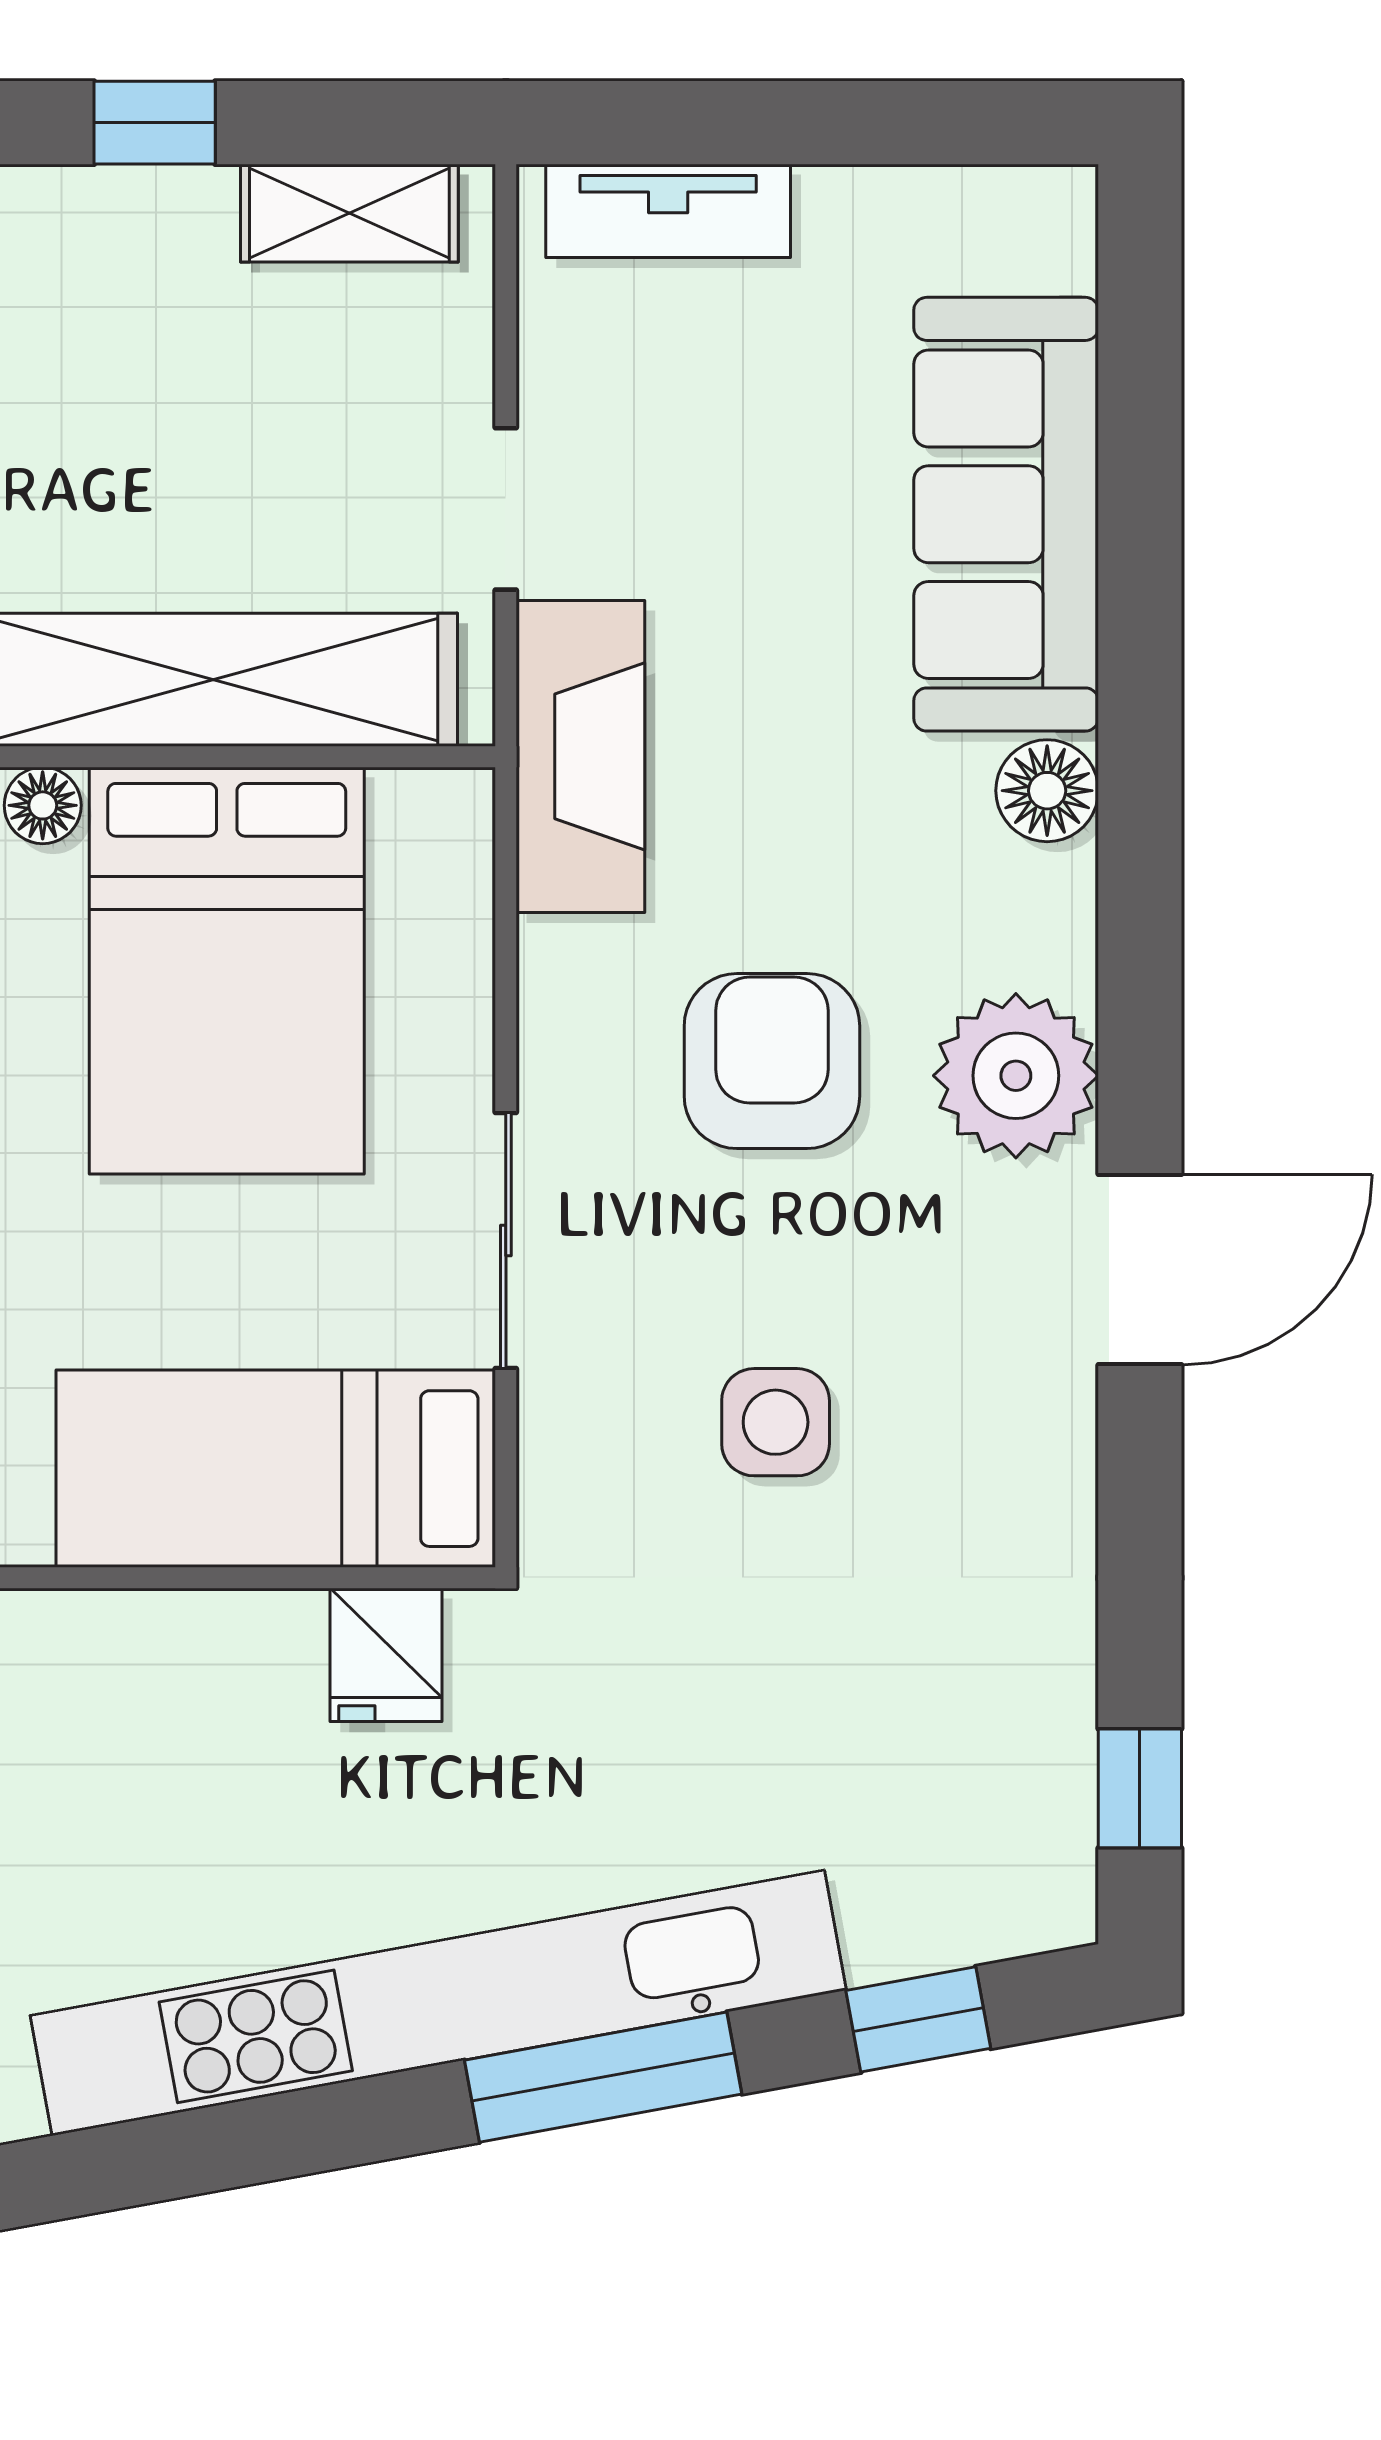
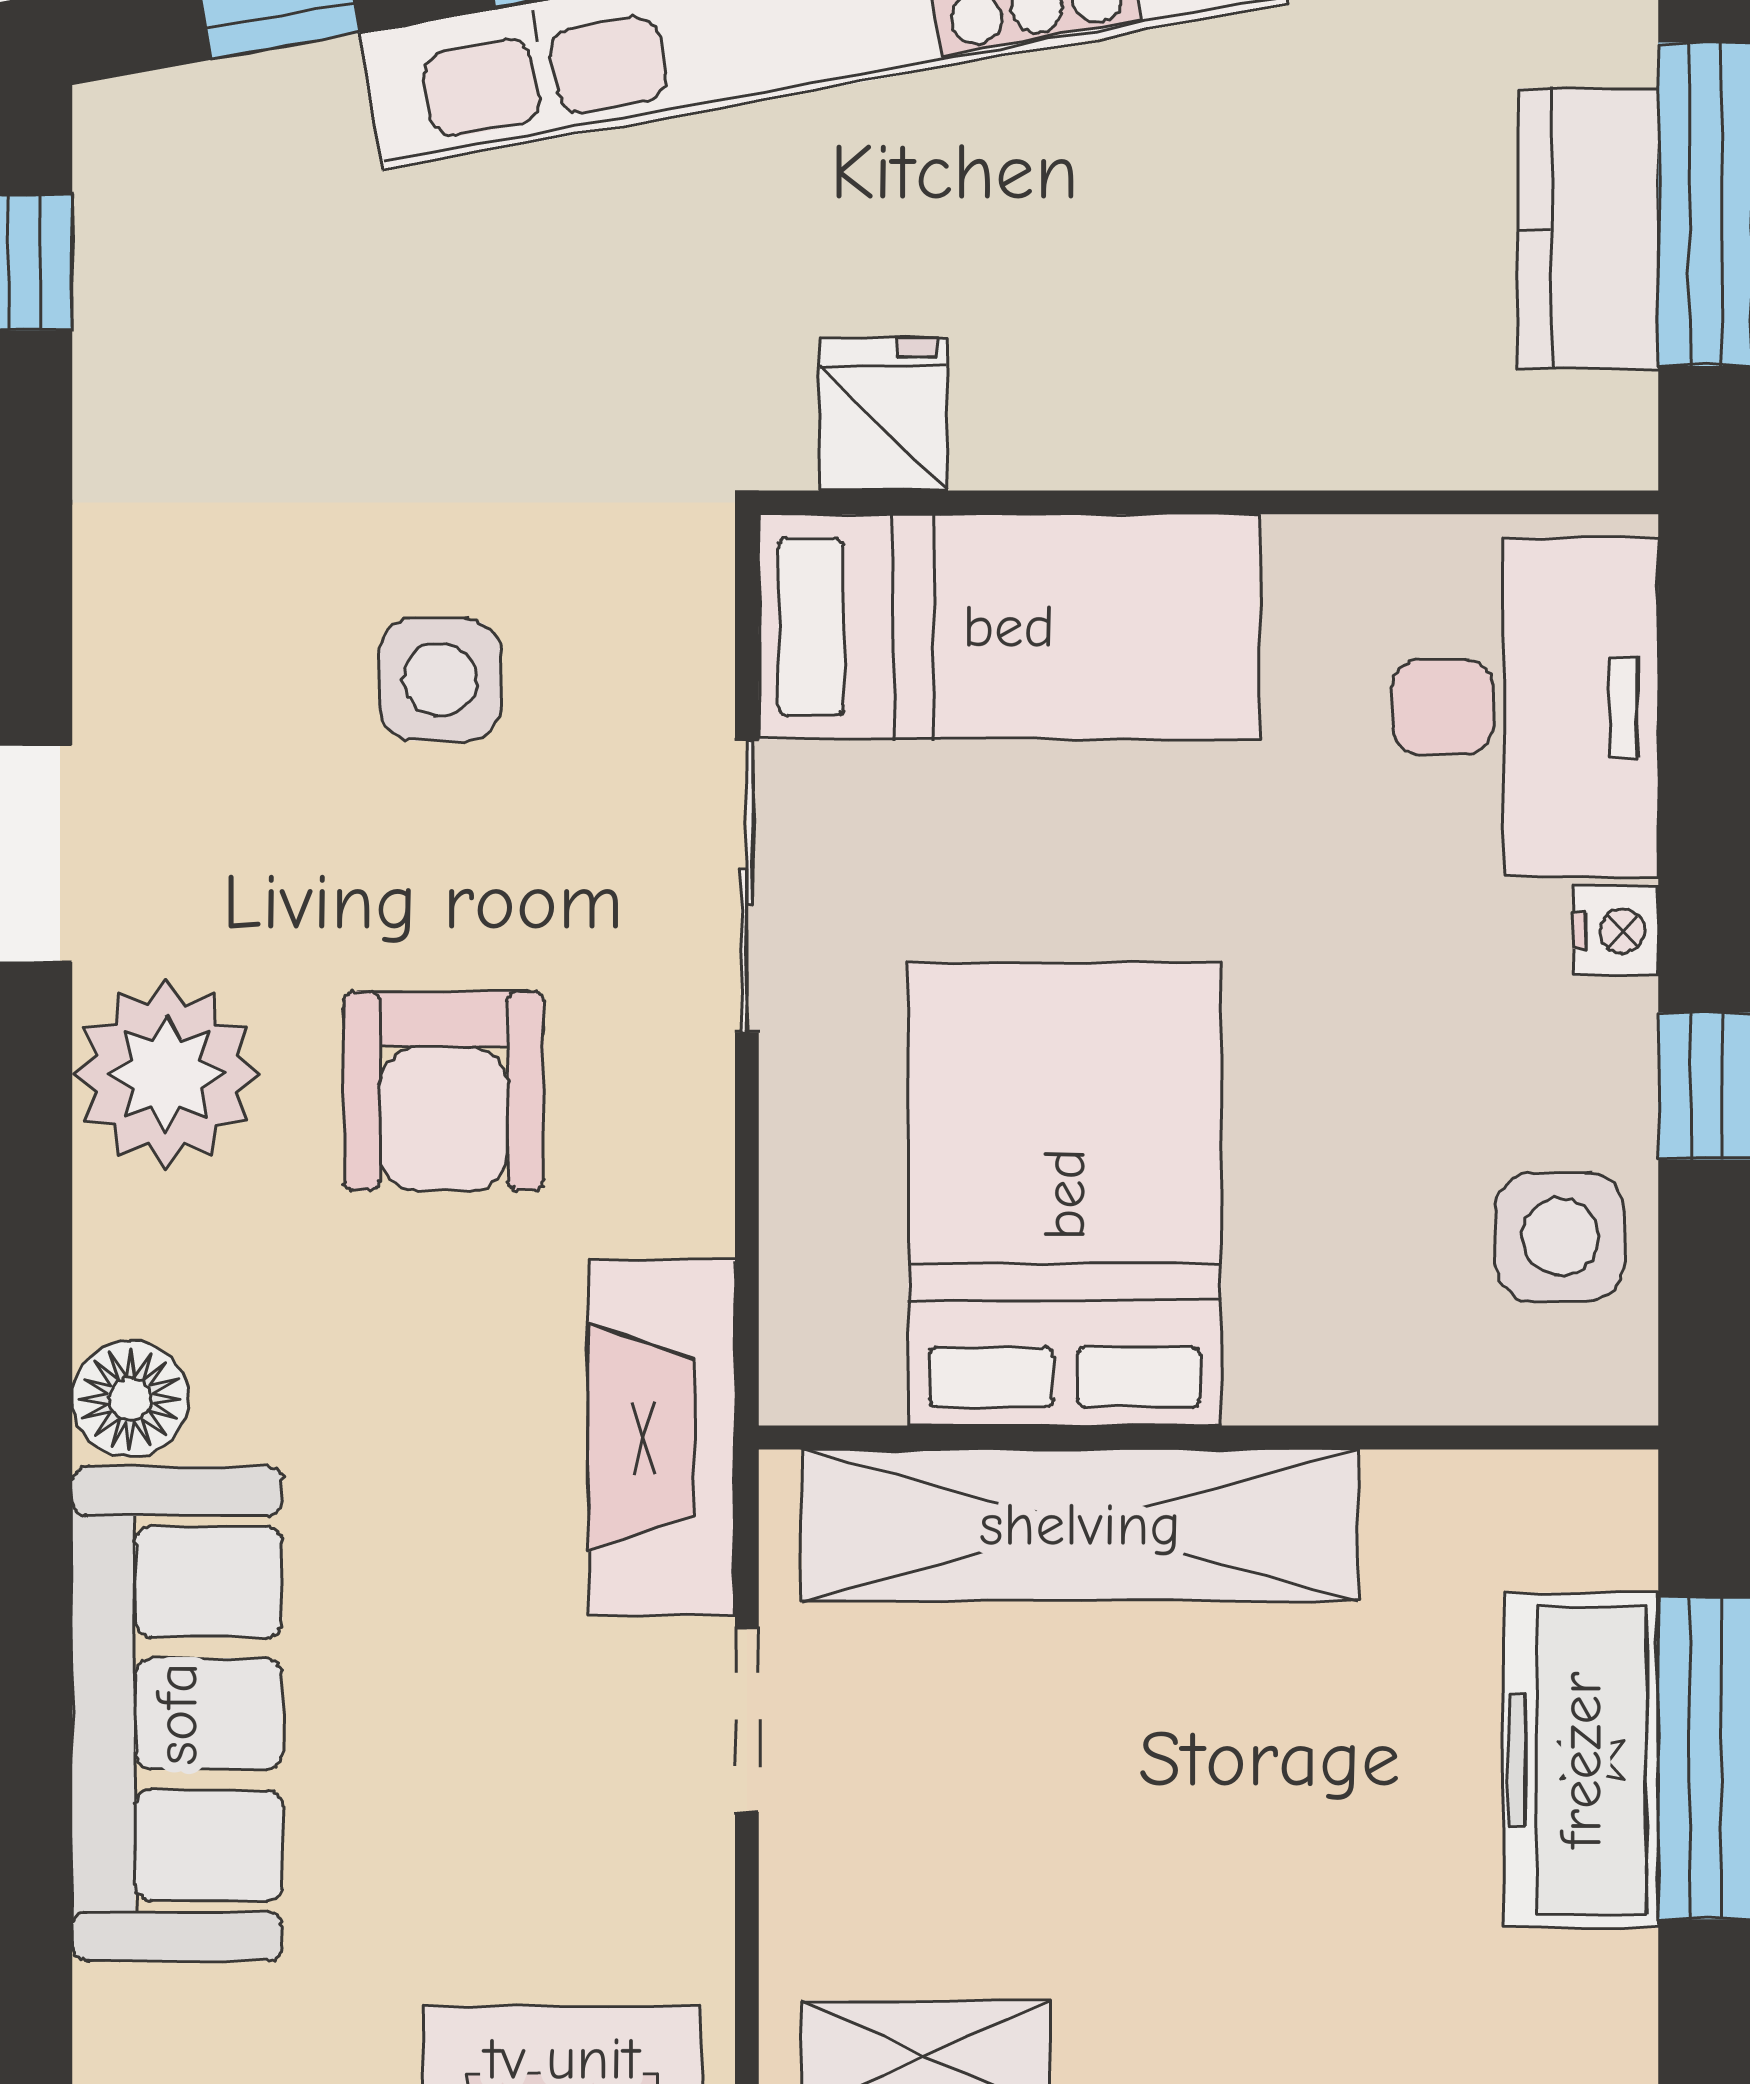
floor lamp: (43, 805) -> (1274, 1382), removed

